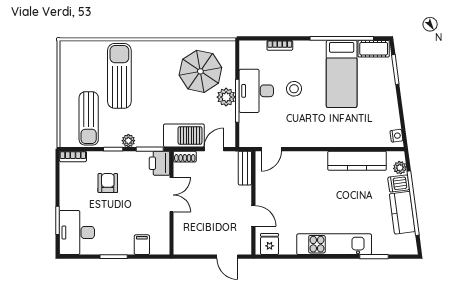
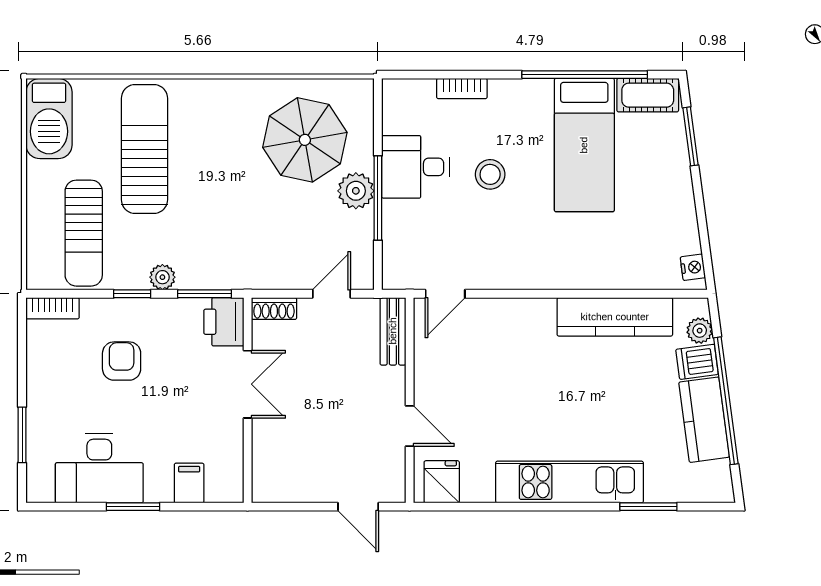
desk: (256, 91) -> (415, 167), width x0.73
barbecue: (184, 135) -> (49, 119), moved, turned 90
desk: (77, 232) -> (99, 468), moved, turned -90

